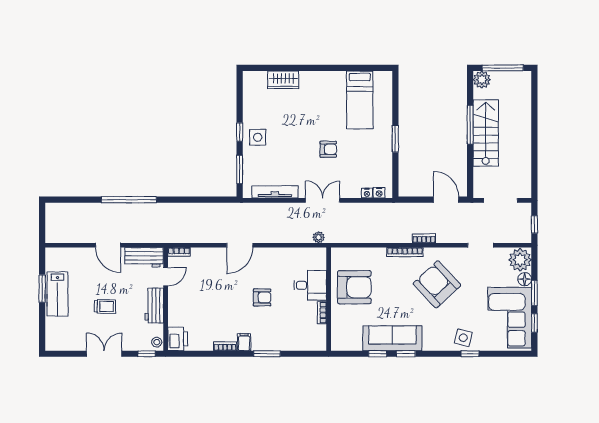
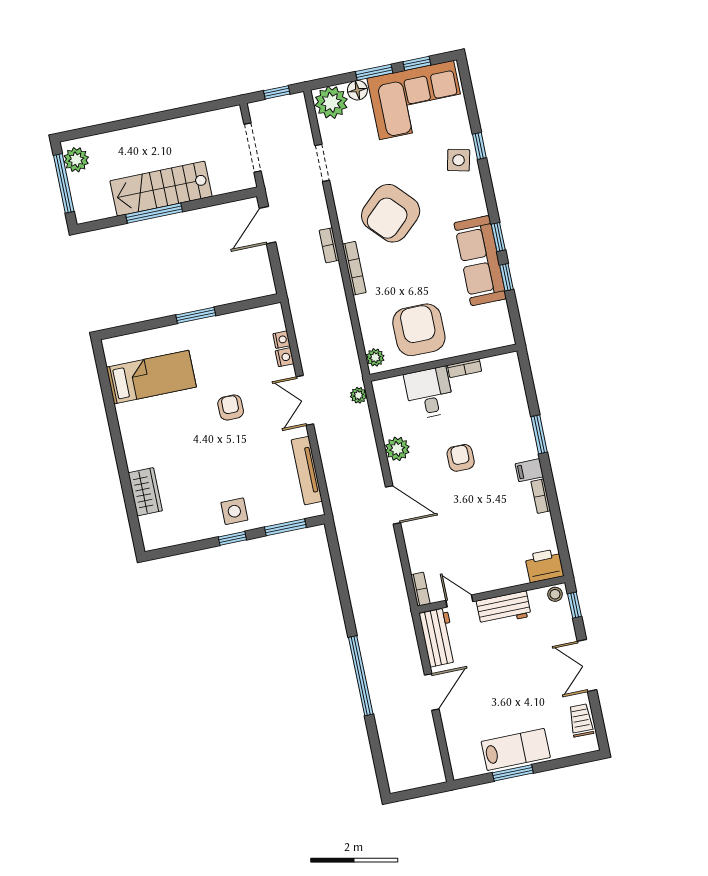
plant: (482, 80) -> (76, 160), moved
nightstand: (379, 193) -> (285, 357), moved
plant: (342, 254) -> (375, 357), added
plant: (277, 256) -> (397, 449), added
trolley: (105, 306) -> (581, 720), moved

